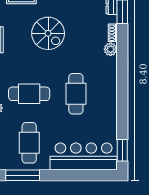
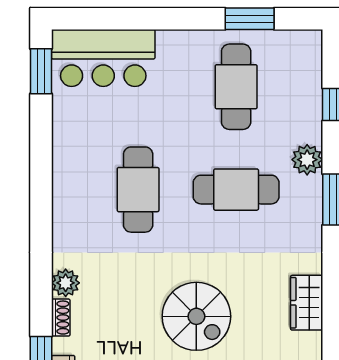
spiral stairs: (48, 33) -> (196, 316), turned 180
bar counter: (84, 157) -> (103, 58), width x0.73
window: (23, 175) -> (250, 19), width x0.69

